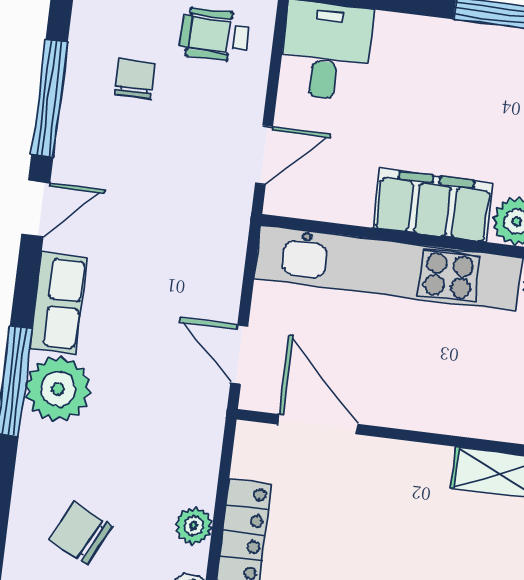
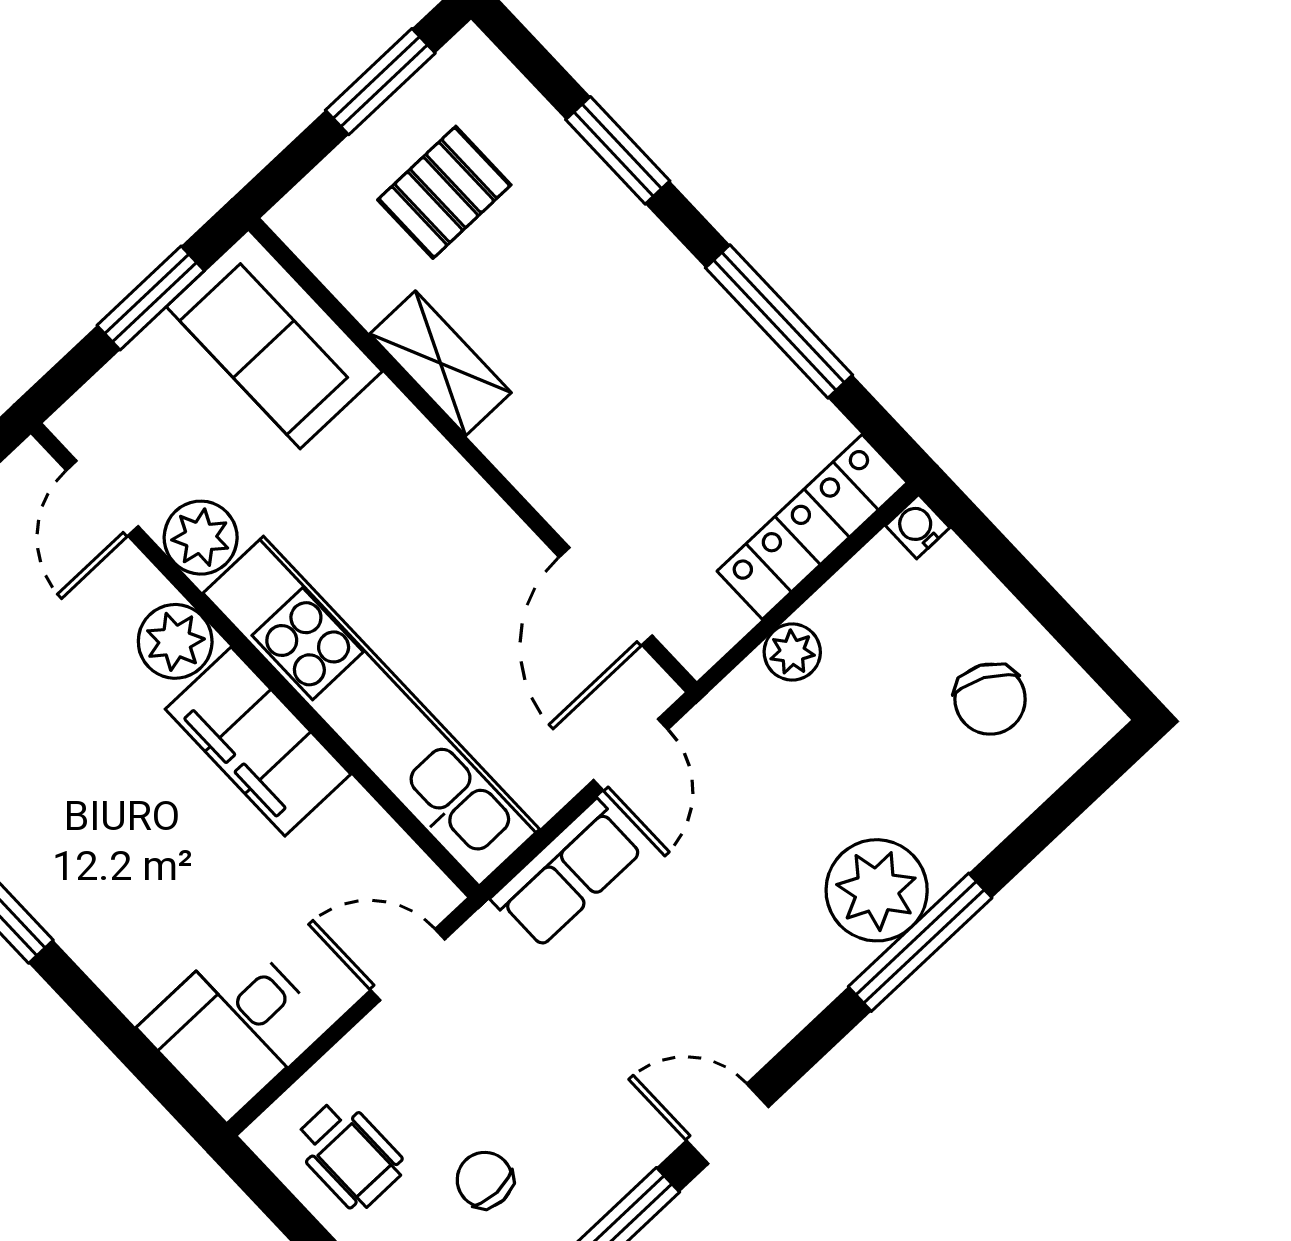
chair: (135, 79) -> (485, 1180), turned 90
row of seats: (59, 303) -> (567, 874), moved, turned 180
plant: (194, 526) -> (792, 652), moved

